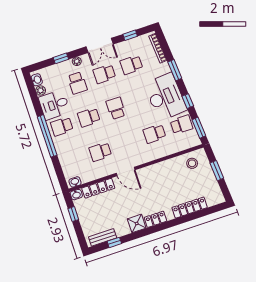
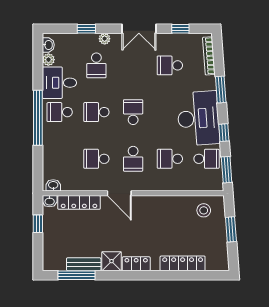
school desk: (104, 74) -> (133, 159), moved, turned -90
bench: (103, 237) -> (84, 264), moved
window: (114, 242) -> (76, 275), width x2.17

